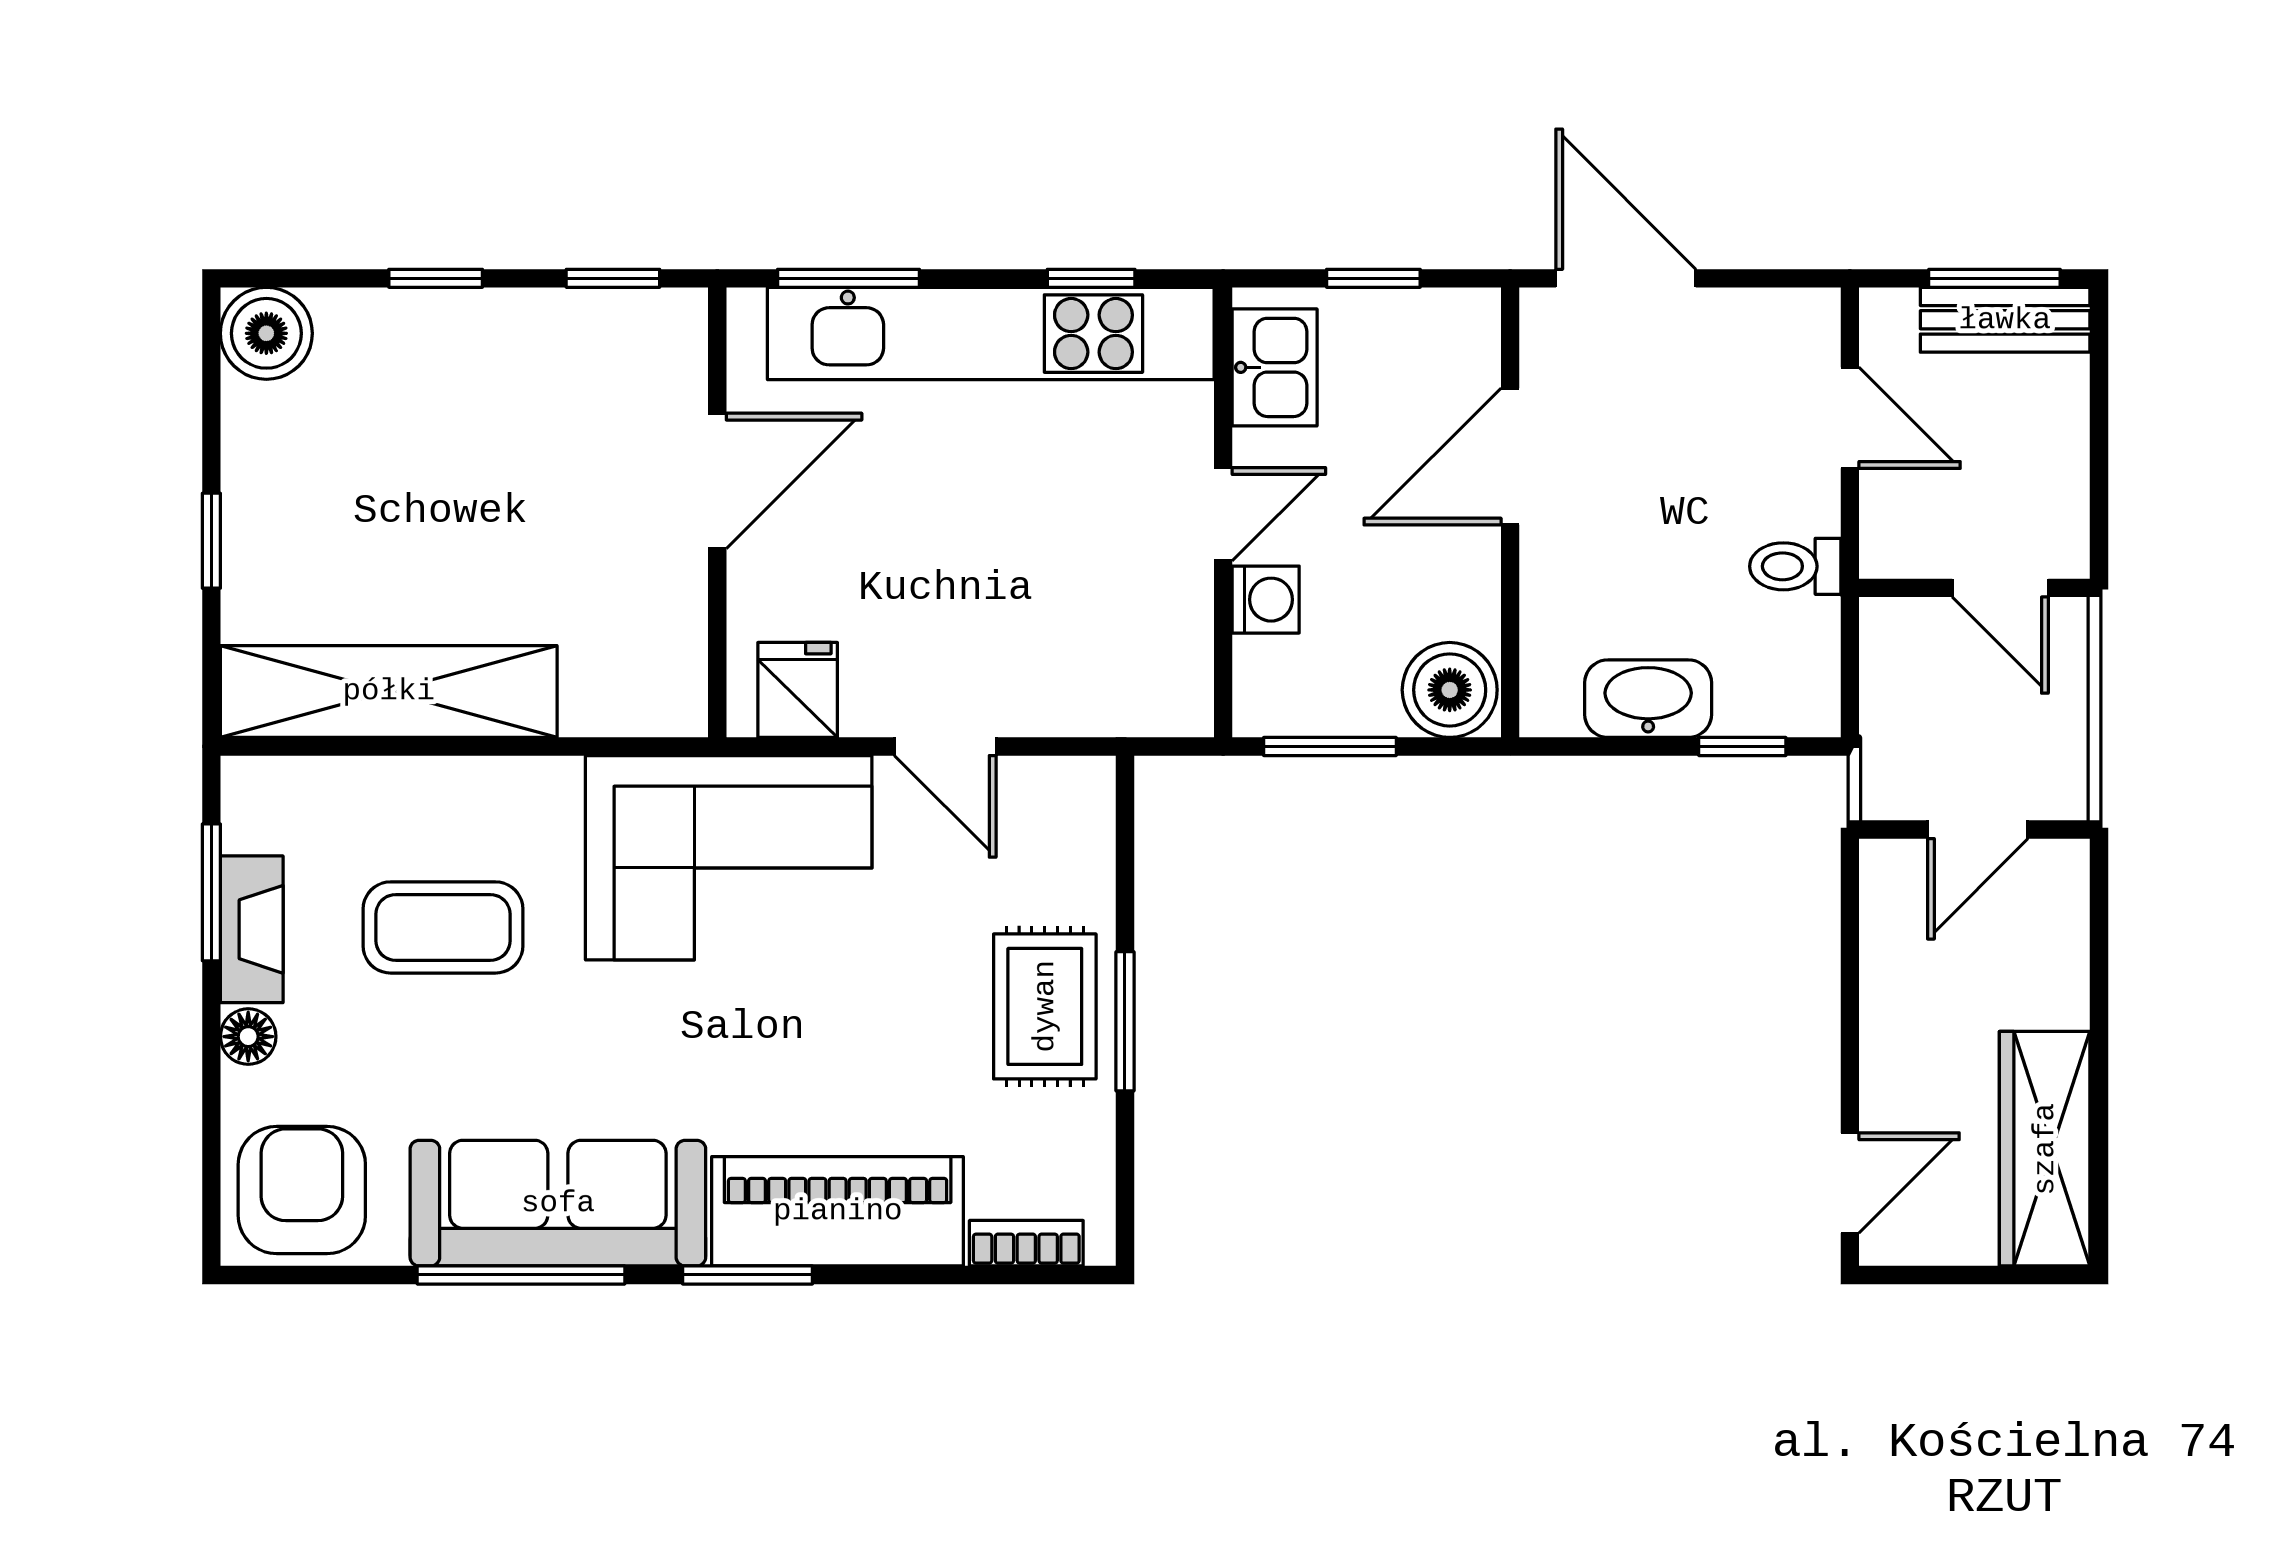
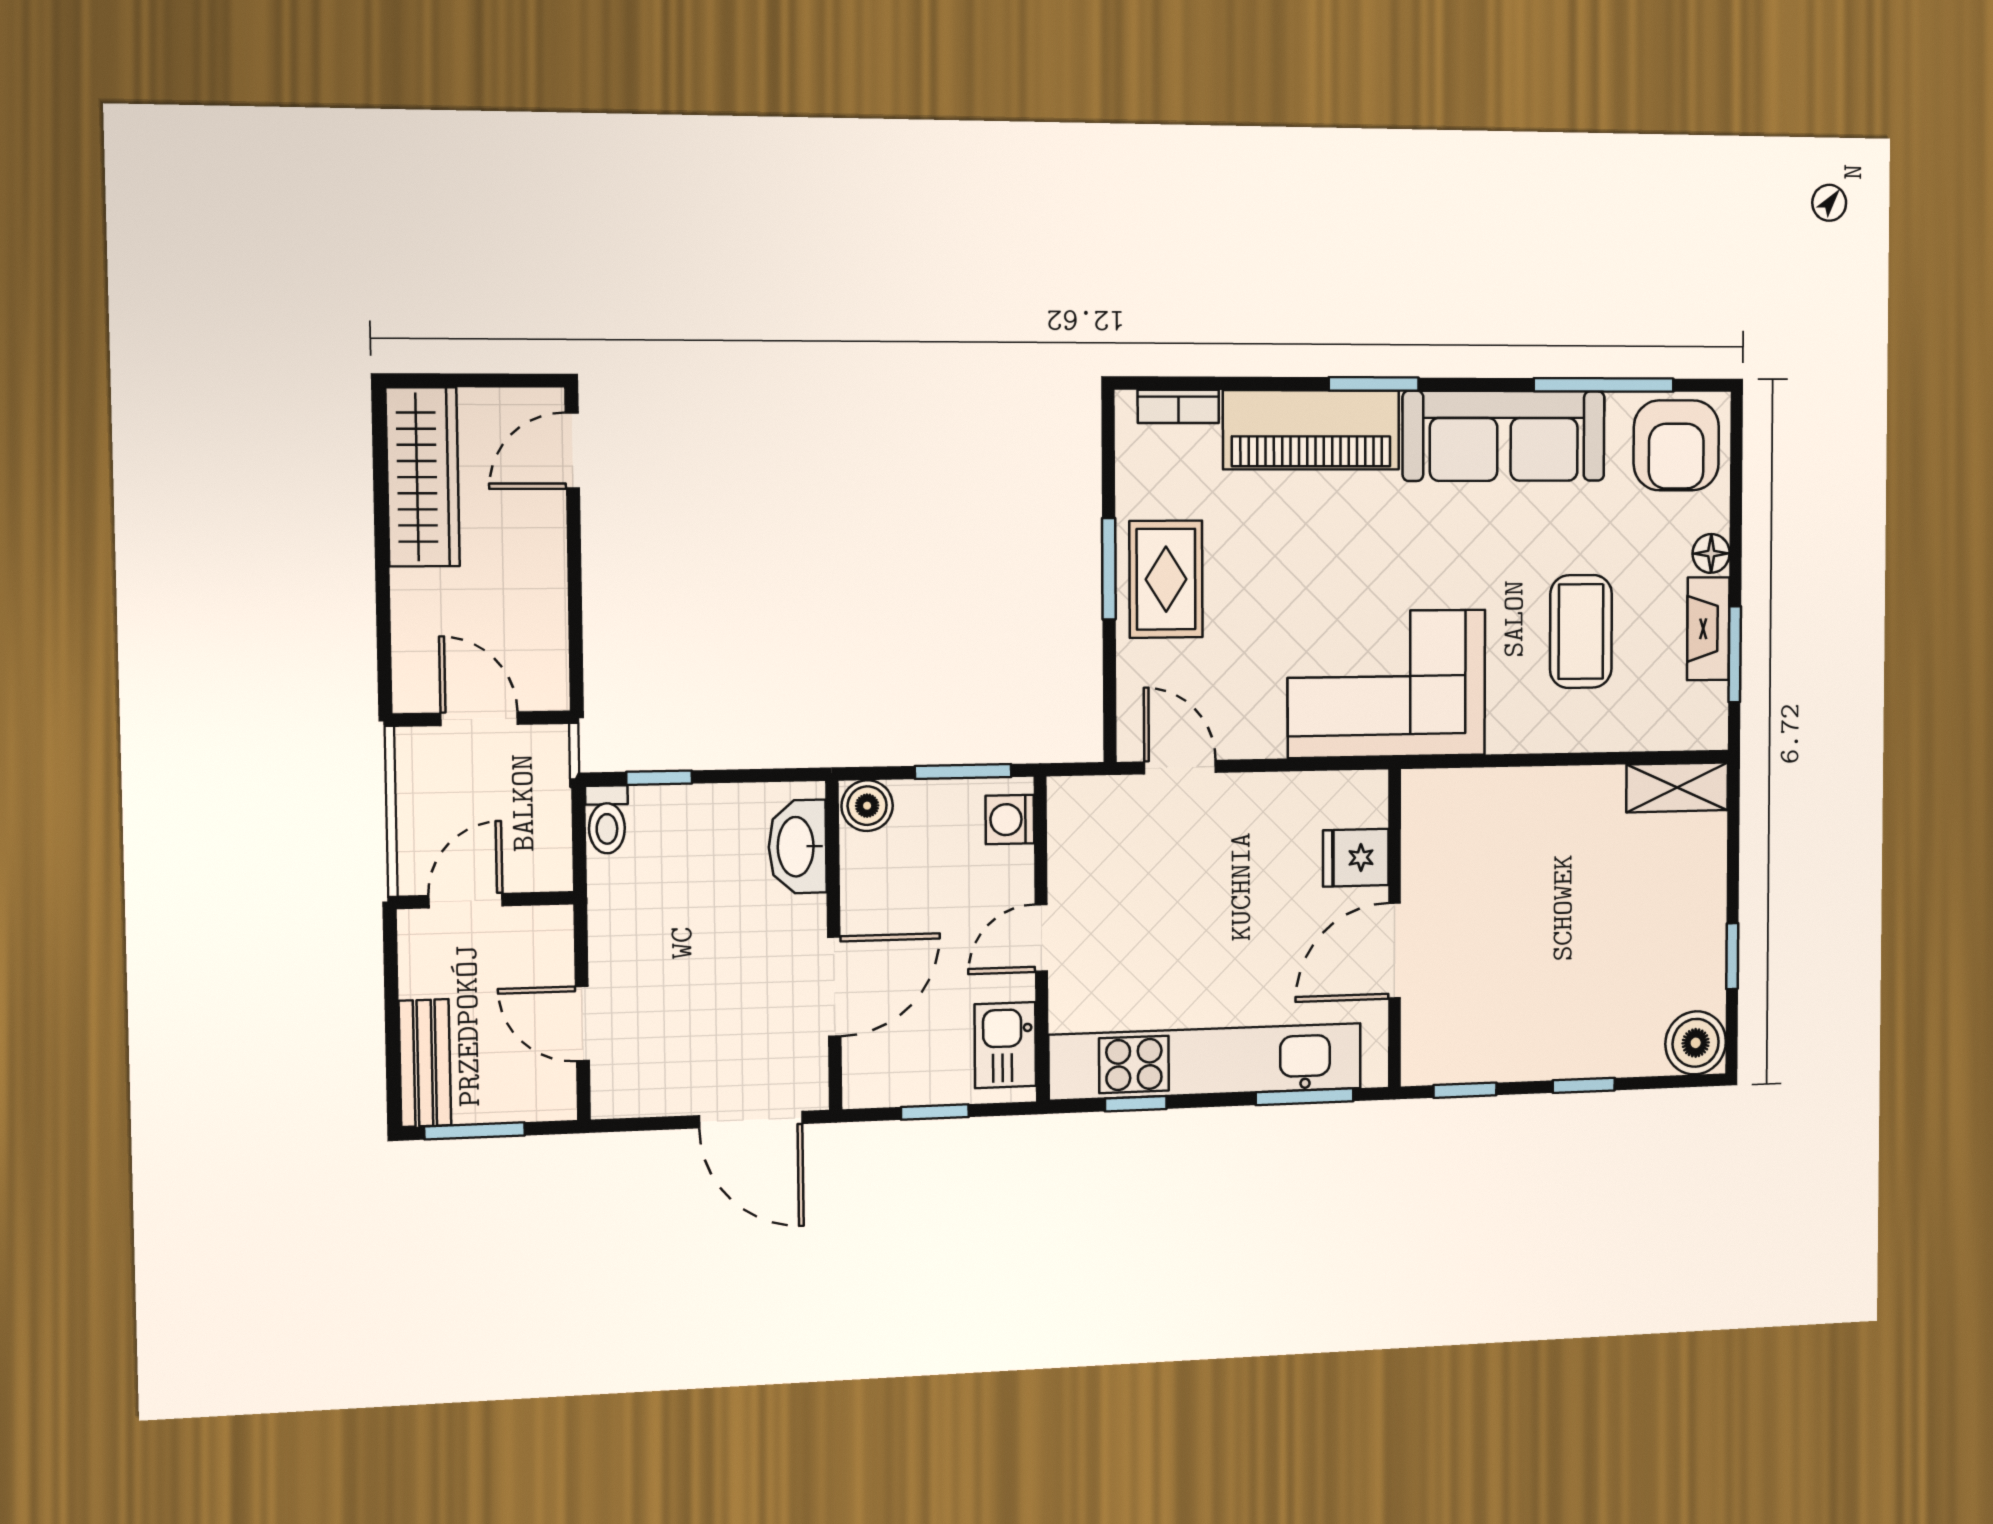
bench: (2005, 320) -> (425, 1063), moved, turned 90
window: (211, 541) -> (1732, 956), moved
toilet: (1795, 566) -> (607, 819), moved, turned 90
door: (2000, 588) -> (466, 901), hinge flipped
washing machine: (1266, 600) -> (1010, 820), moved
fridge: (798, 690) -> (1356, 858), moved, turned 90
boiler: (1450, 690) -> (867, 806), width x0.73, depth x0.73
shelving: (389, 691) -> (1677, 787), width x0.45, depth x0.75
washbasin: (1648, 699) -> (797, 847), moved, turned 90
door: (945, 746) -> (1180, 767), moved
door: (1978, 830) -> (479, 719), hinge flipped
coffee table: (443, 927) -> (1581, 632), turned 90
window: (521, 1275) -> (1604, 385), moved

